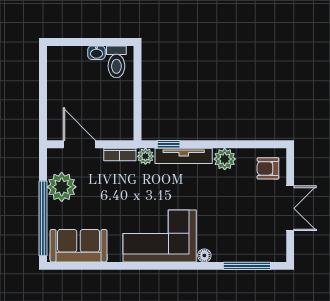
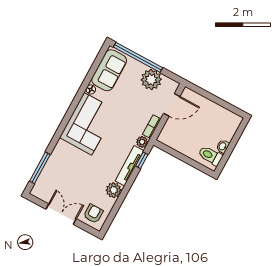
double door: (290, 208) -> (61, 214), swing flipped
floor lamp: (204, 255) -> (91, 90), moved

